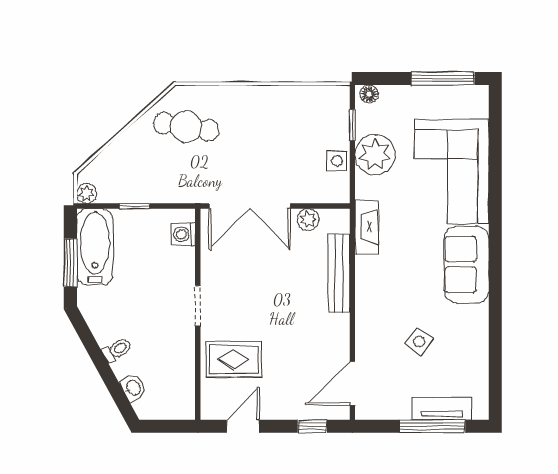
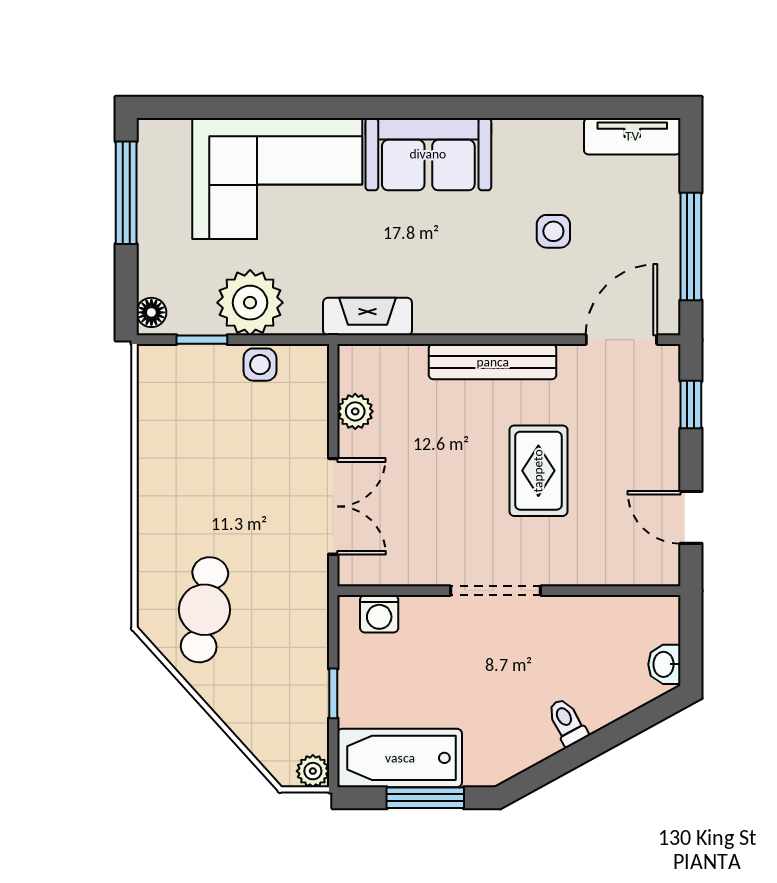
double door: (250, 206) -> (333, 506), width x0.73
bench: (339, 273) -> (493, 362), moved
doorway: (198, 306) -> (496, 591), width x1.38
side table: (419, 342) -> (553, 231), turned -35
rug: (234, 359) -> (538, 471), moved
door: (352, 383) -> (621, 340), swing flipped
washbasin: (133, 388) -> (664, 664), moved, turned -61
tv unit: (442, 408) -> (632, 136), moved, turned -90
window: (432, 426) -> (691, 246), moved

